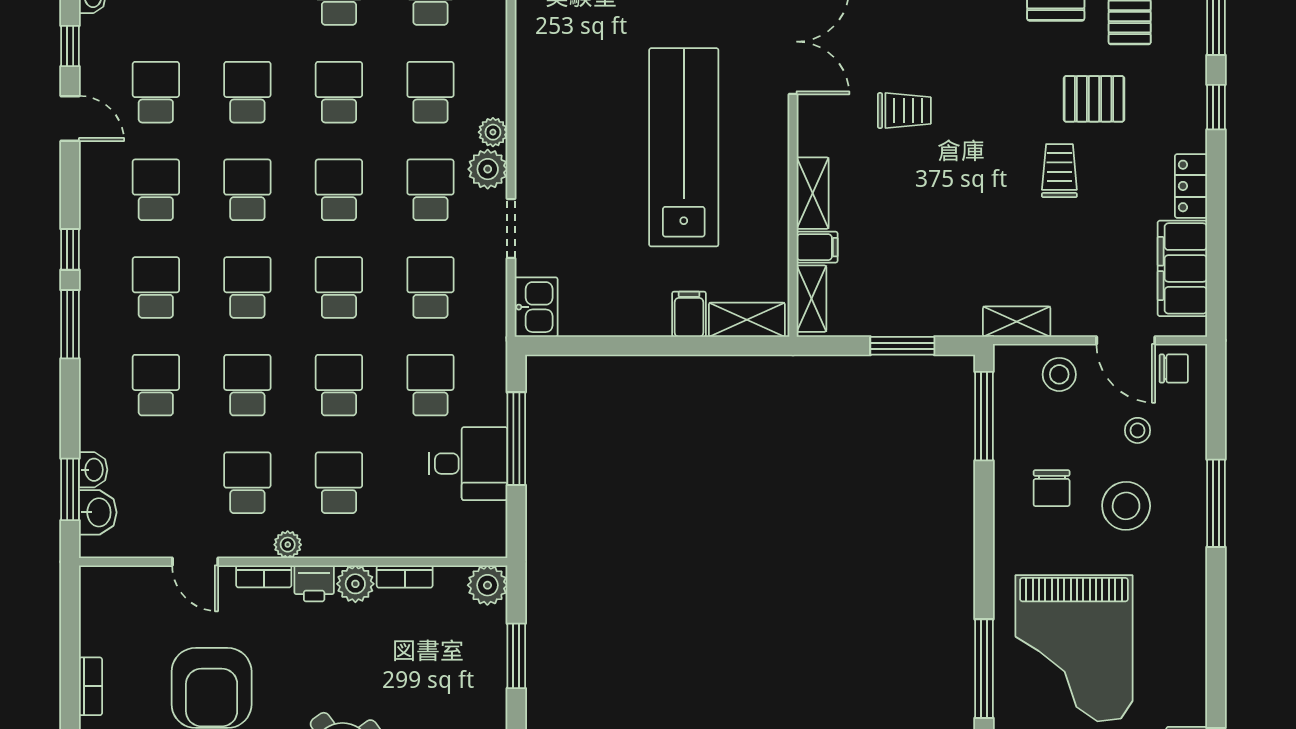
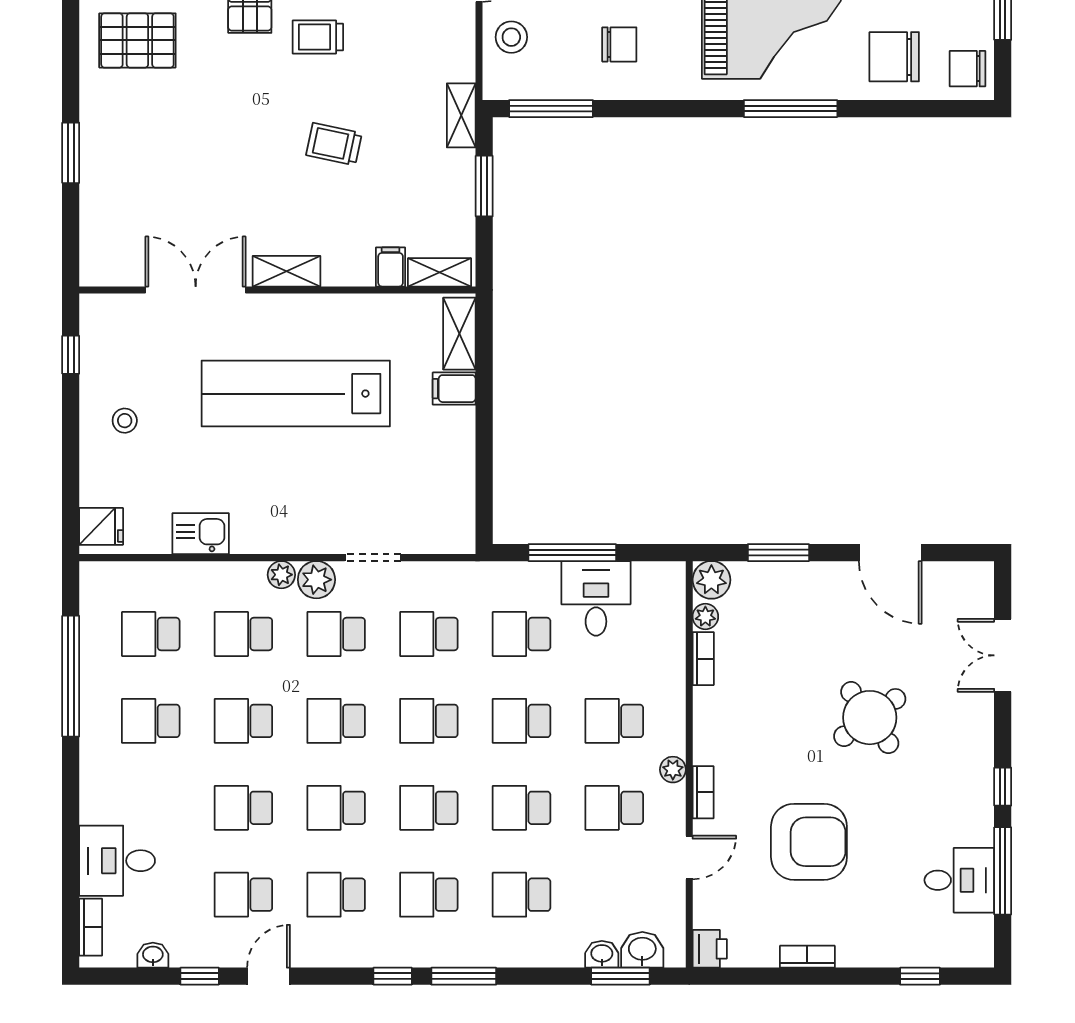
trolley: (904, 111) -> (334, 144), moved, turned -78
shelving: (813, 193) -> (286, 271), moved
kitchen sink: (536, 307) -> (201, 534), moved
shelving: (1017, 322) -> (461, 115), moved
printer: (314, 583) -> (710, 949), moved
plant: (355, 584) -> (705, 617), moved, width x0.73, depth x0.73

